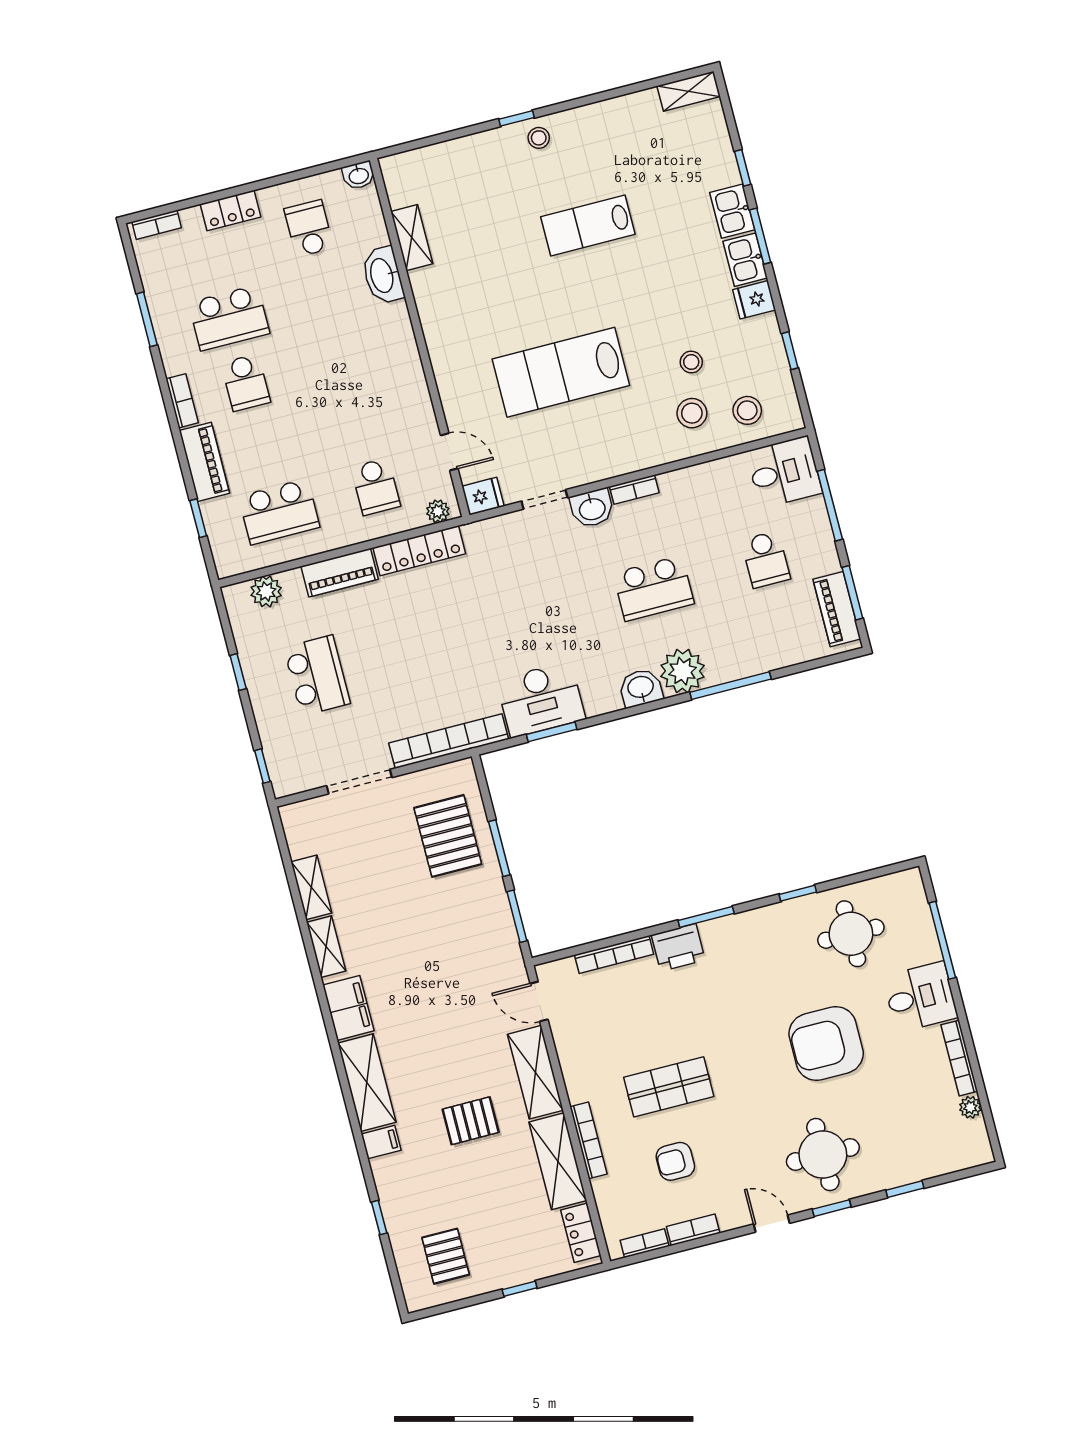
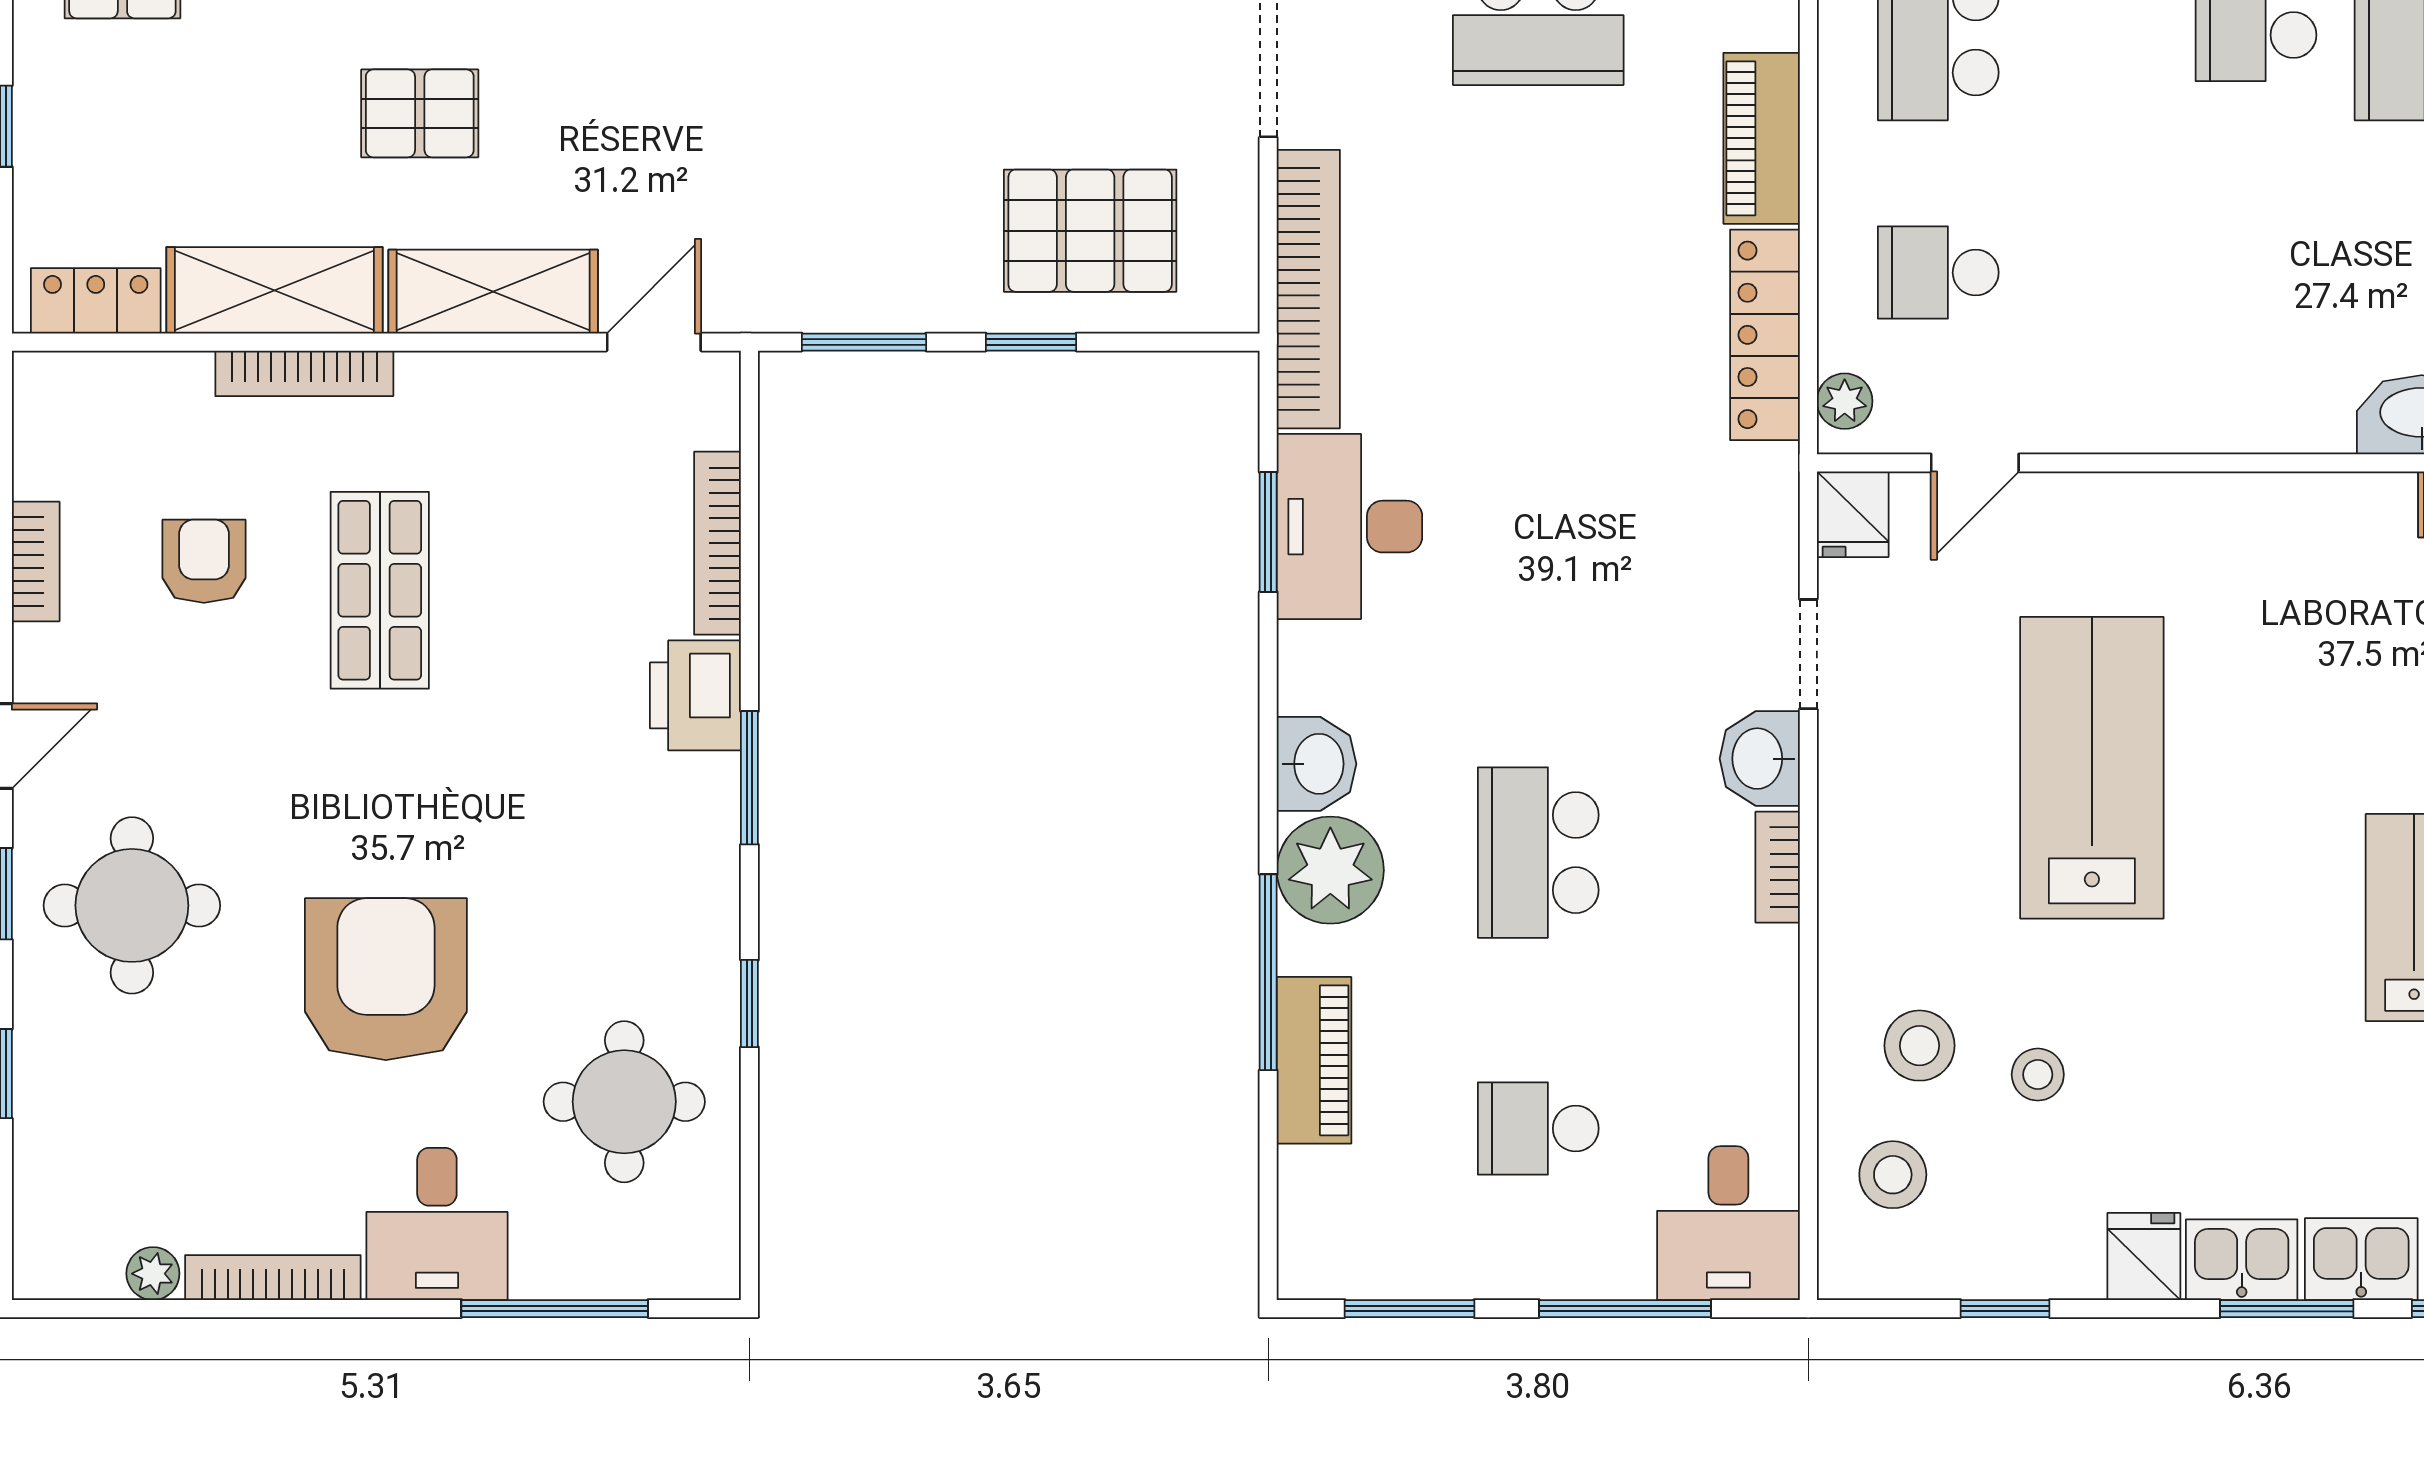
piano: (837, 609) -> (1314, 1060), moved, turned 90
window: (499, 848) -> (1031, 342), width x0.67
pallet: (471, 1121) -> (420, 113), turned 90
bookcase: (645, 1243) -> (34, 441), removed

